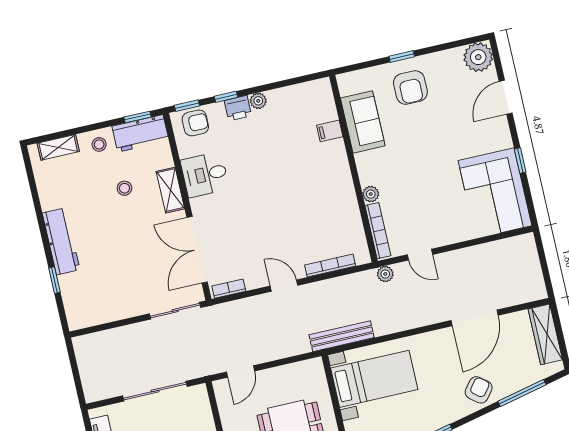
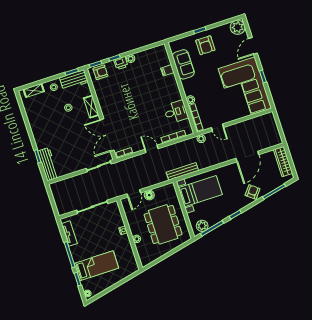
desk: (205, 175) -> (176, 112), moved, turned 180
corner sofa: (495, 193) -> (245, 88), width x1.36, depth x1.36
workbench: (61, 241) -> (48, 164), moved
floor lamp: (271, 378) -> (149, 195), added

